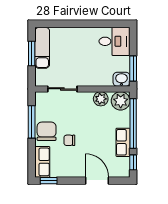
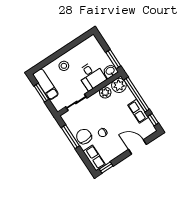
stool: (75, 41) -> (64, 66), added
desk: (114, 41) -> (91, 76), moved, turned 90

